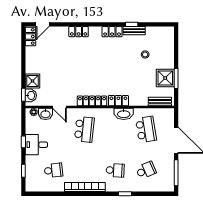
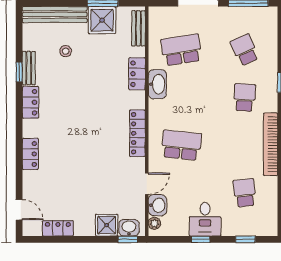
locker: (30, 37) -> (58, 228), moved
bench: (169, 47) -> (55, 15), added
locker: (118, 101) -> (137, 74), moved

